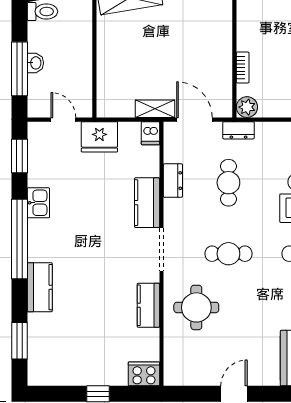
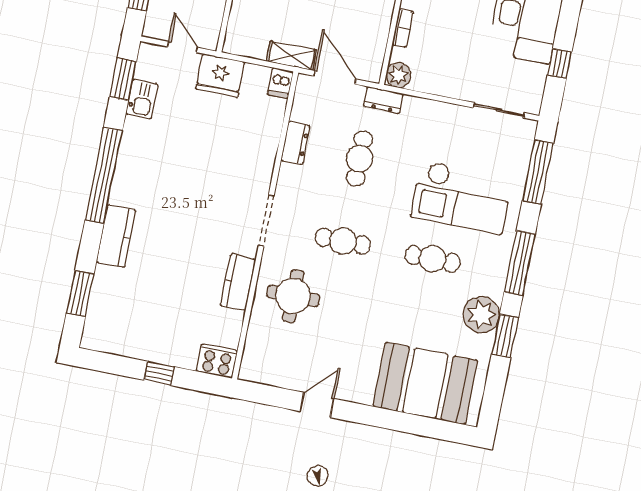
kitchen sink: (38, 203) -> (142, 99), moved
kitchen counter: (147, 203) -> (260, 163), removed

